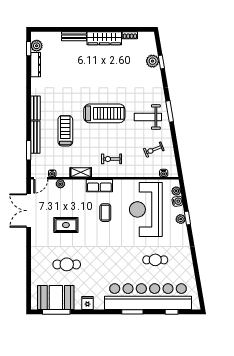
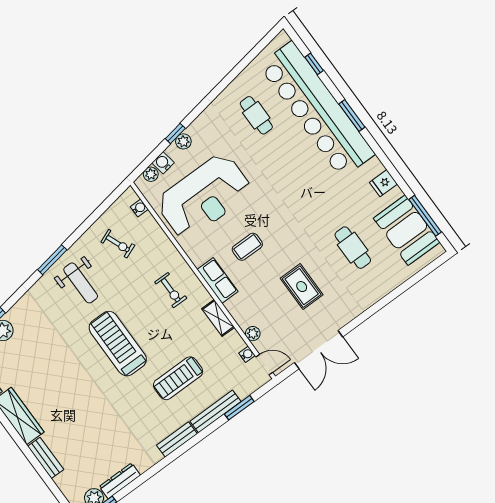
cafe table: (155, 260) -> (256, 115), moved

